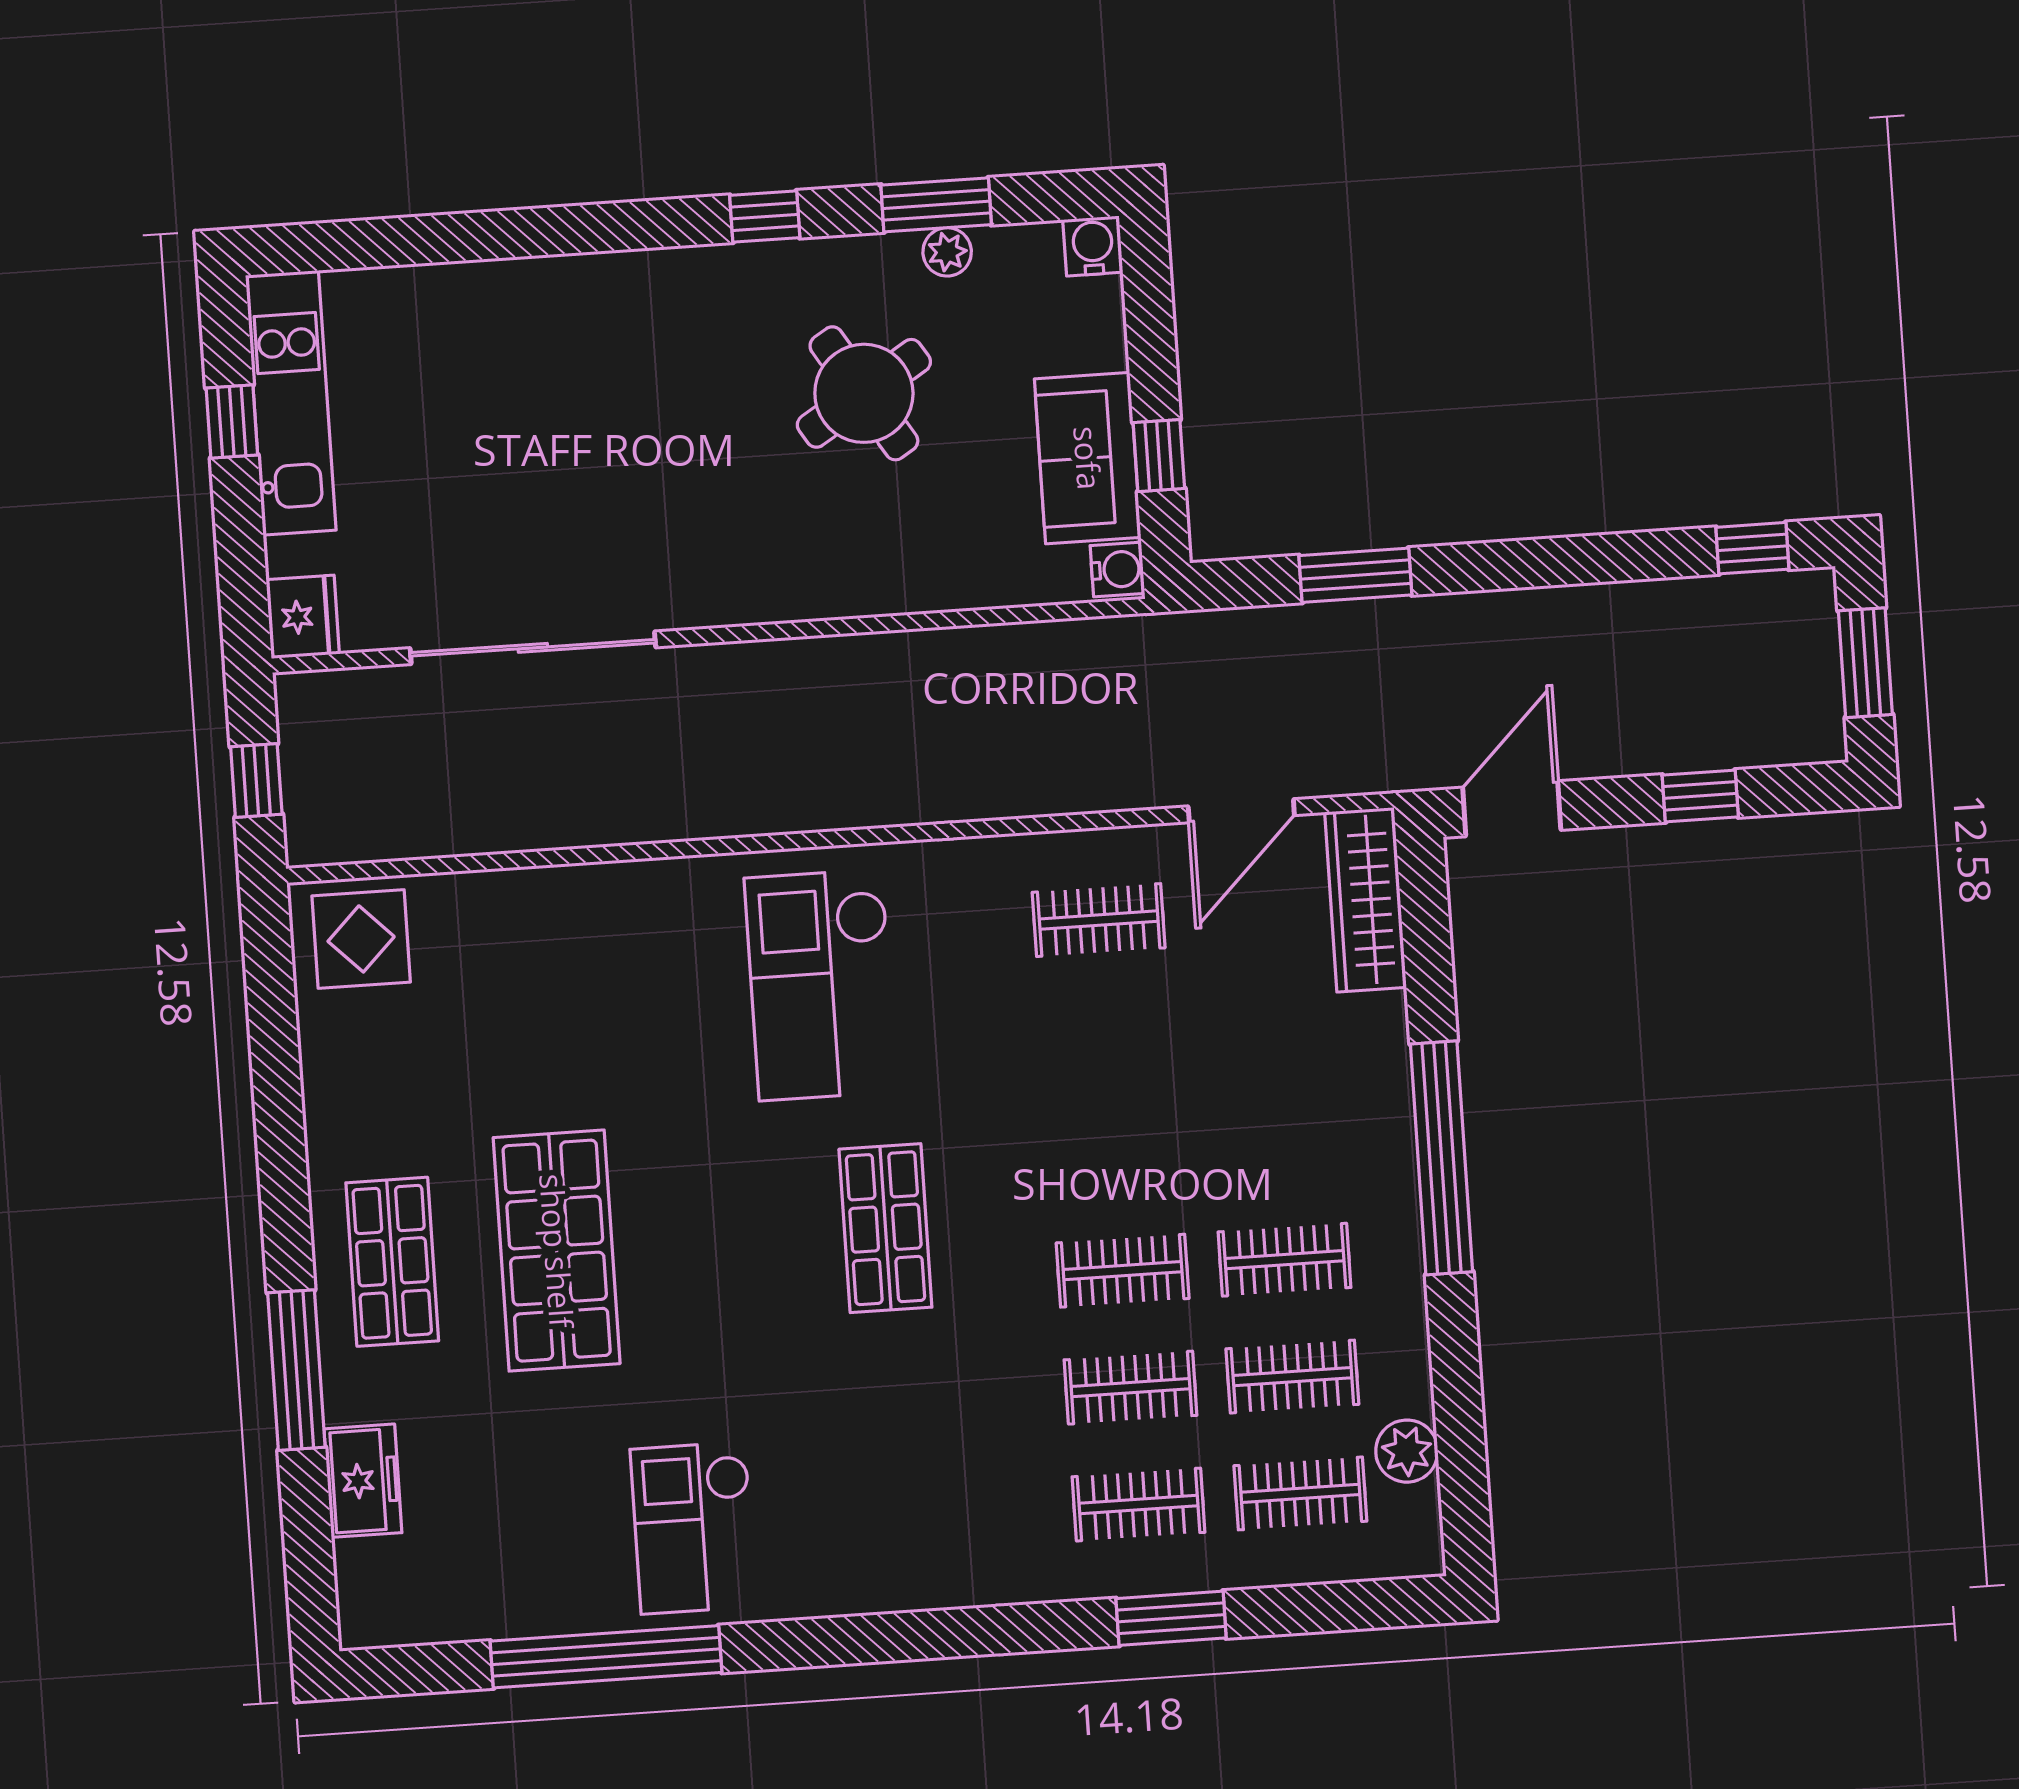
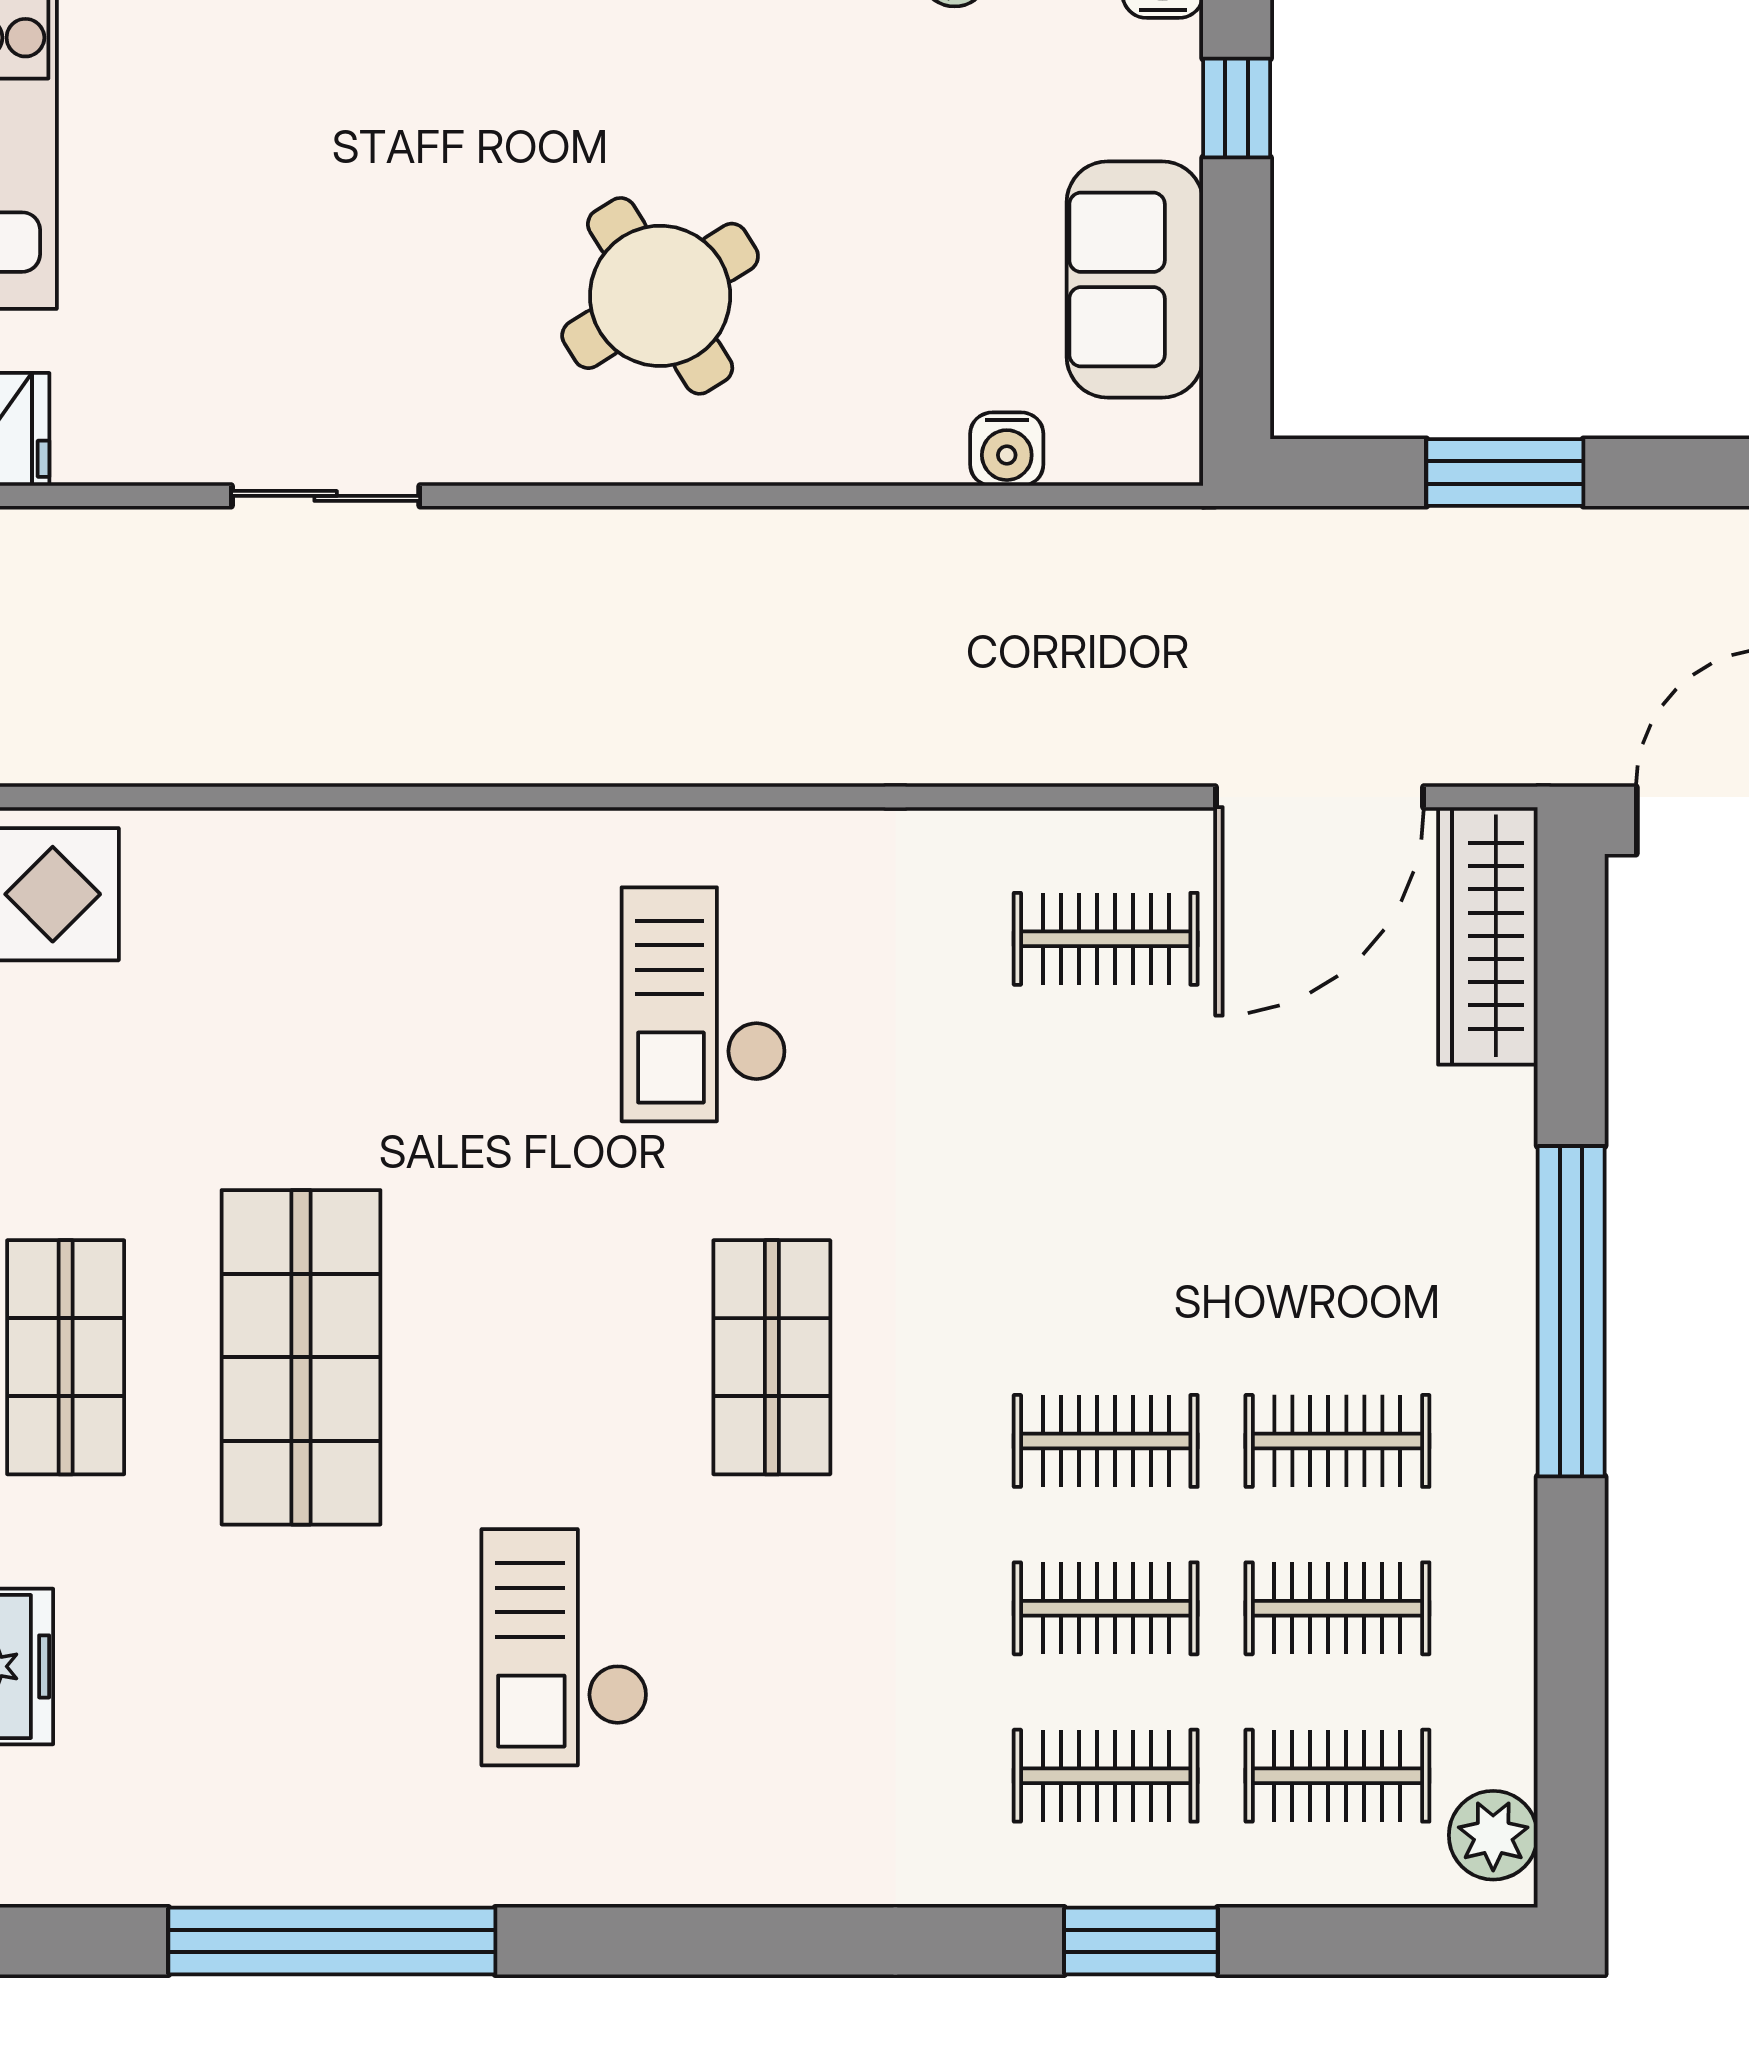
round table: (864, 393) -> (660, 296), moved
window: (1159, 456) -> (1237, 108), moved
water cooler: (1117, 569) -> (1007, 449), moved, turned 90
sliding door: (533, 648) -> (326, 496), width x0.54
door: (1241, 811) -> (1320, 797), width x1.36
checkout: (821, 985) -> (704, 1004), width x0.73, depth x0.83
plant: (1407, 1451) -> (1493, 1835), moved
checkout: (693, 1528) -> (565, 1647), moved

